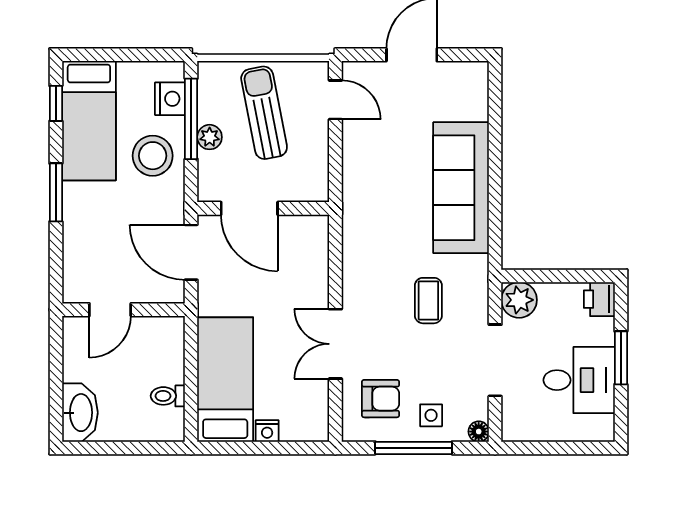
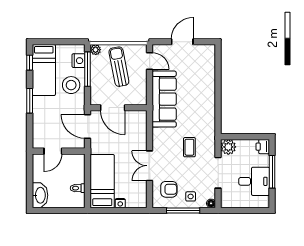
plant: (210, 137) -> (96, 50), moved
sofa: (461, 188) -> (164, 99), moved, turned 180
window: (621, 358) -> (272, 172), width x1.44

